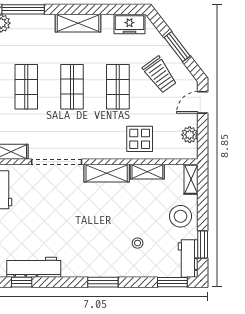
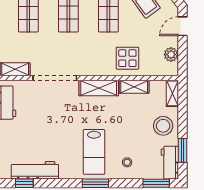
stool: (138, 243) -> (127, 162), moved
lab bench: (101, 246) -> (94, 152), added

